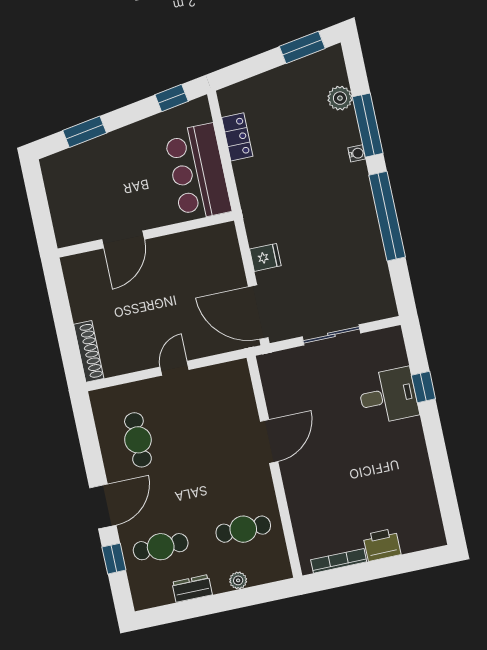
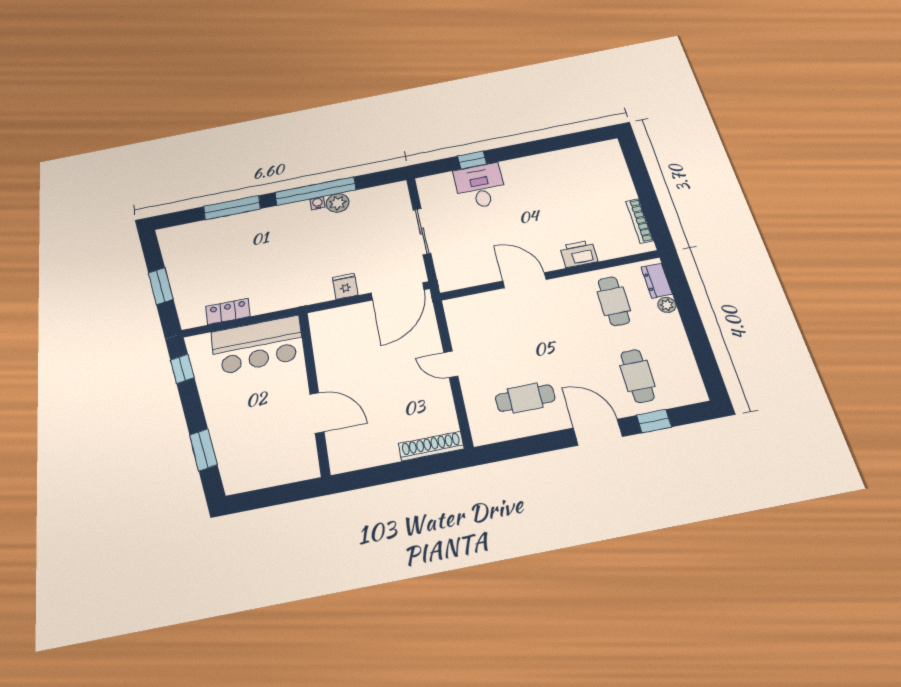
window: (302, 47) -> (161, 286), moved
plant: (340, 98) -> (338, 203), moved
water cooler: (357, 153) -> (317, 203), moved
printer: (382, 545) -> (579, 254), moved, turned 90
dresser: (192, 588) -> (657, 281), moved

